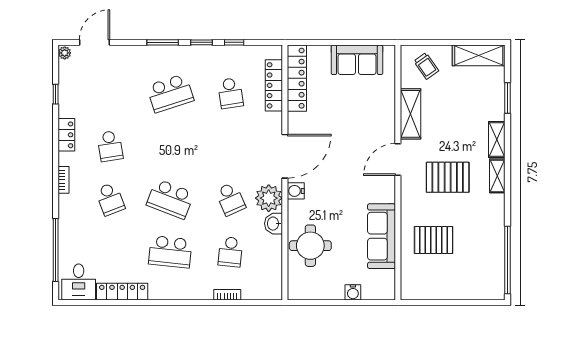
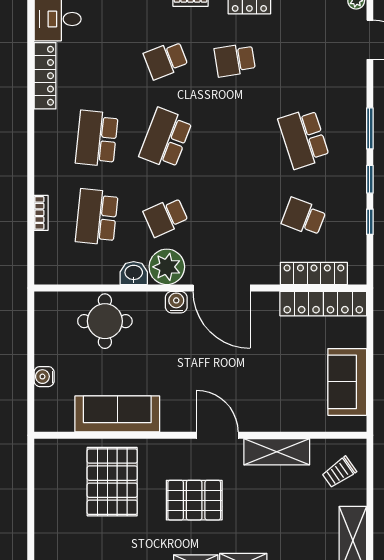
school desk: (230, 93) -> (304, 217), turned 30
pallet: (448, 177) -> (194, 500), turned 90
pallet: (434, 240) -> (112, 482), width x1.37, depth x1.41
school desk: (230, 252) -> (97, 217), width x1.85

